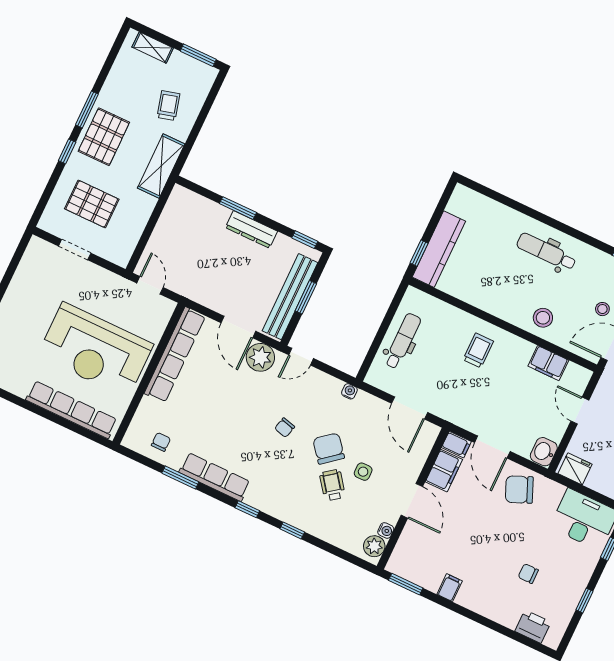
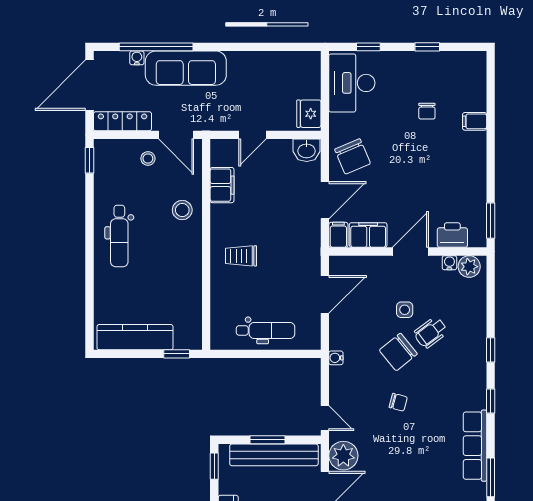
kitchen counter: (439, 249) -> (135, 337), moved
dental chair: (403, 341) -> (266, 330), turned 180
filing cabinet: (450, 588) -> (475, 121), moved
printer: (533, 627) -> (452, 235), moved, turned 90

